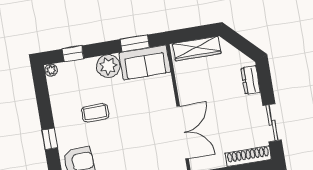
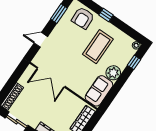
window: (135, 43) -> (112, 95), removed
coffee table: (95, 113) -> (98, 47), width x1.86, depth x1.72

